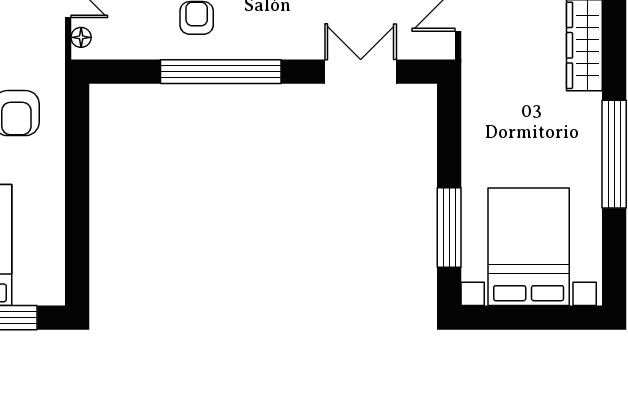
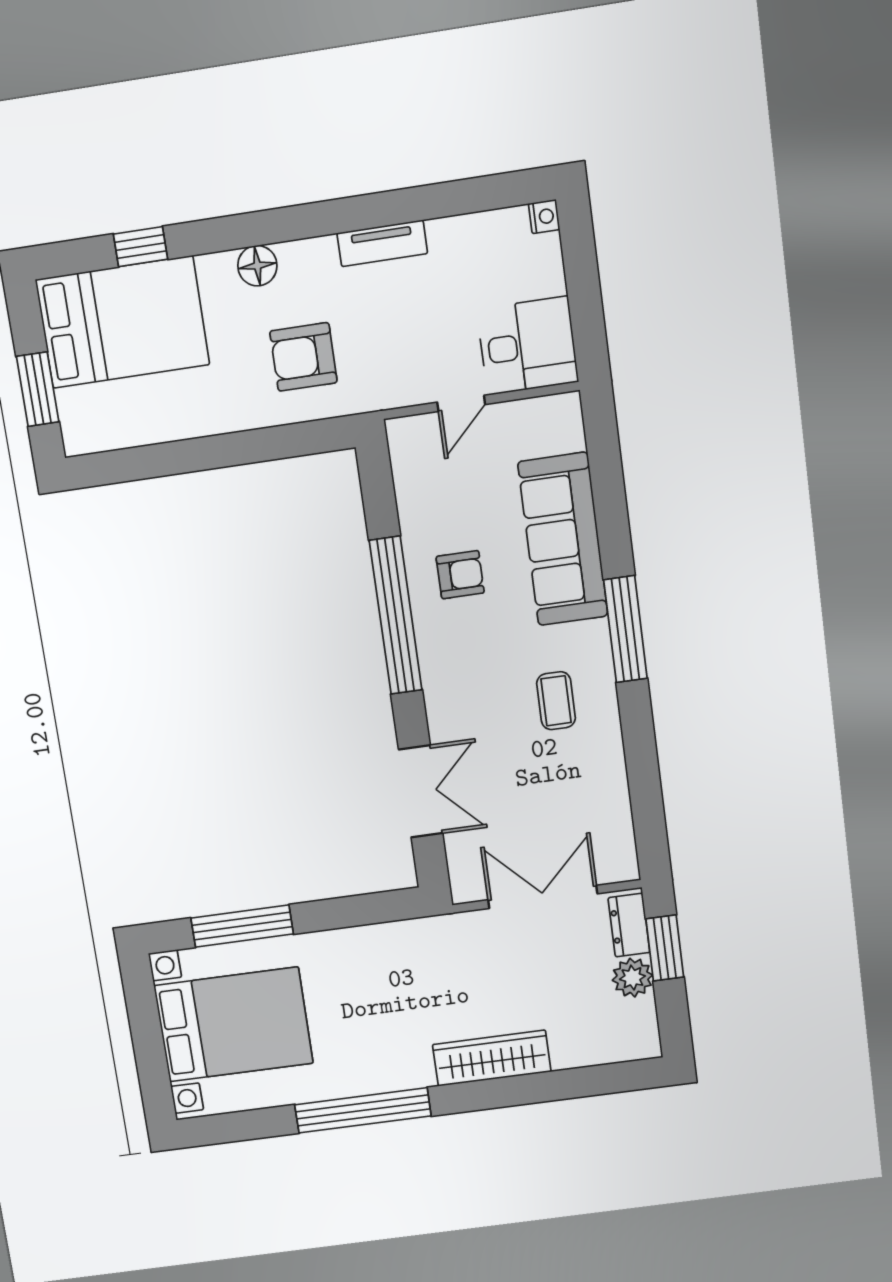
floor lamp: (81, 37) -> (414, 428), removed

